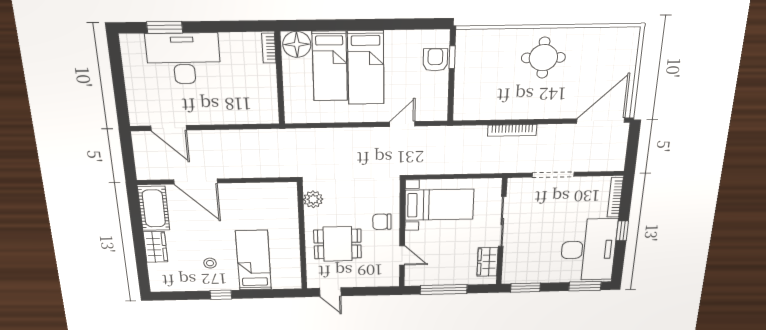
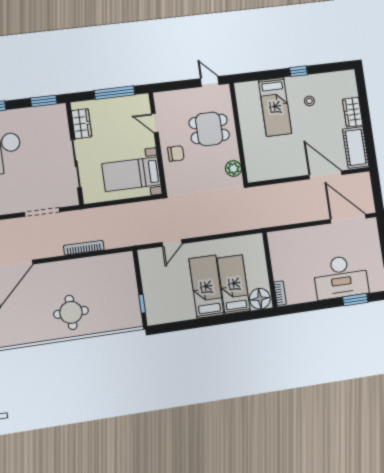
armchair: (435, 60) -> (155, 300), removed
door: (169, 128) -> (348, 219), width x1.36

